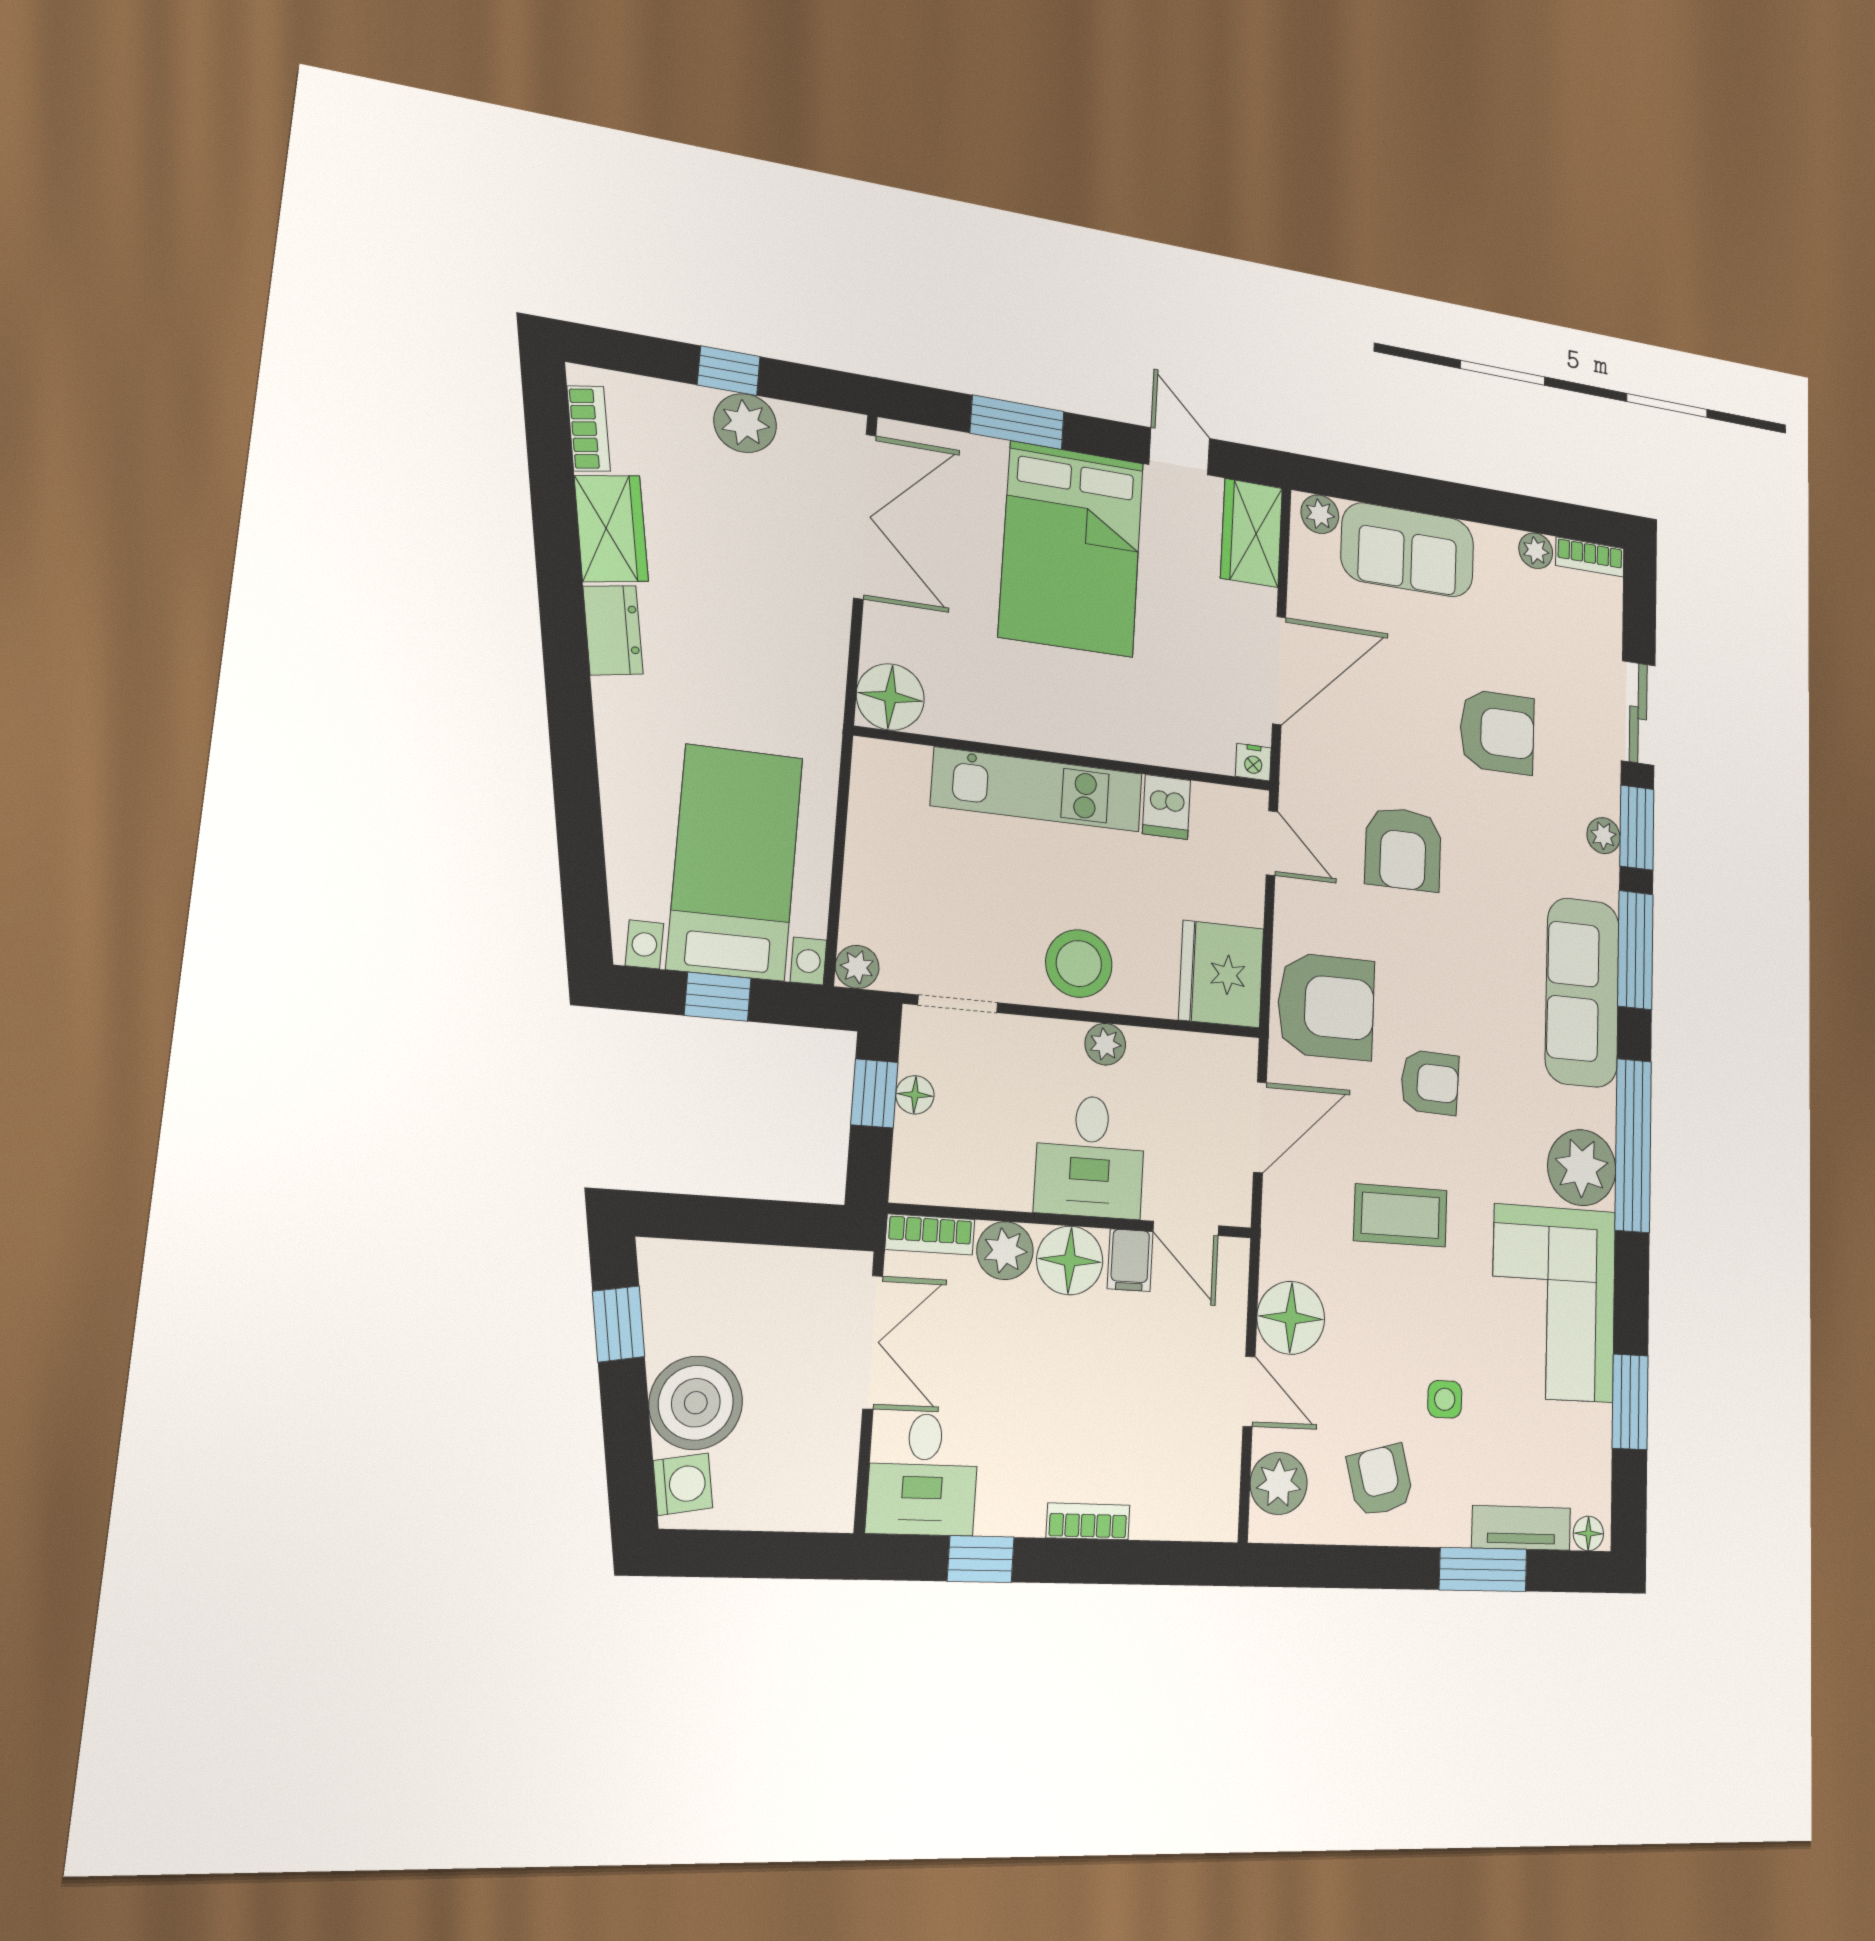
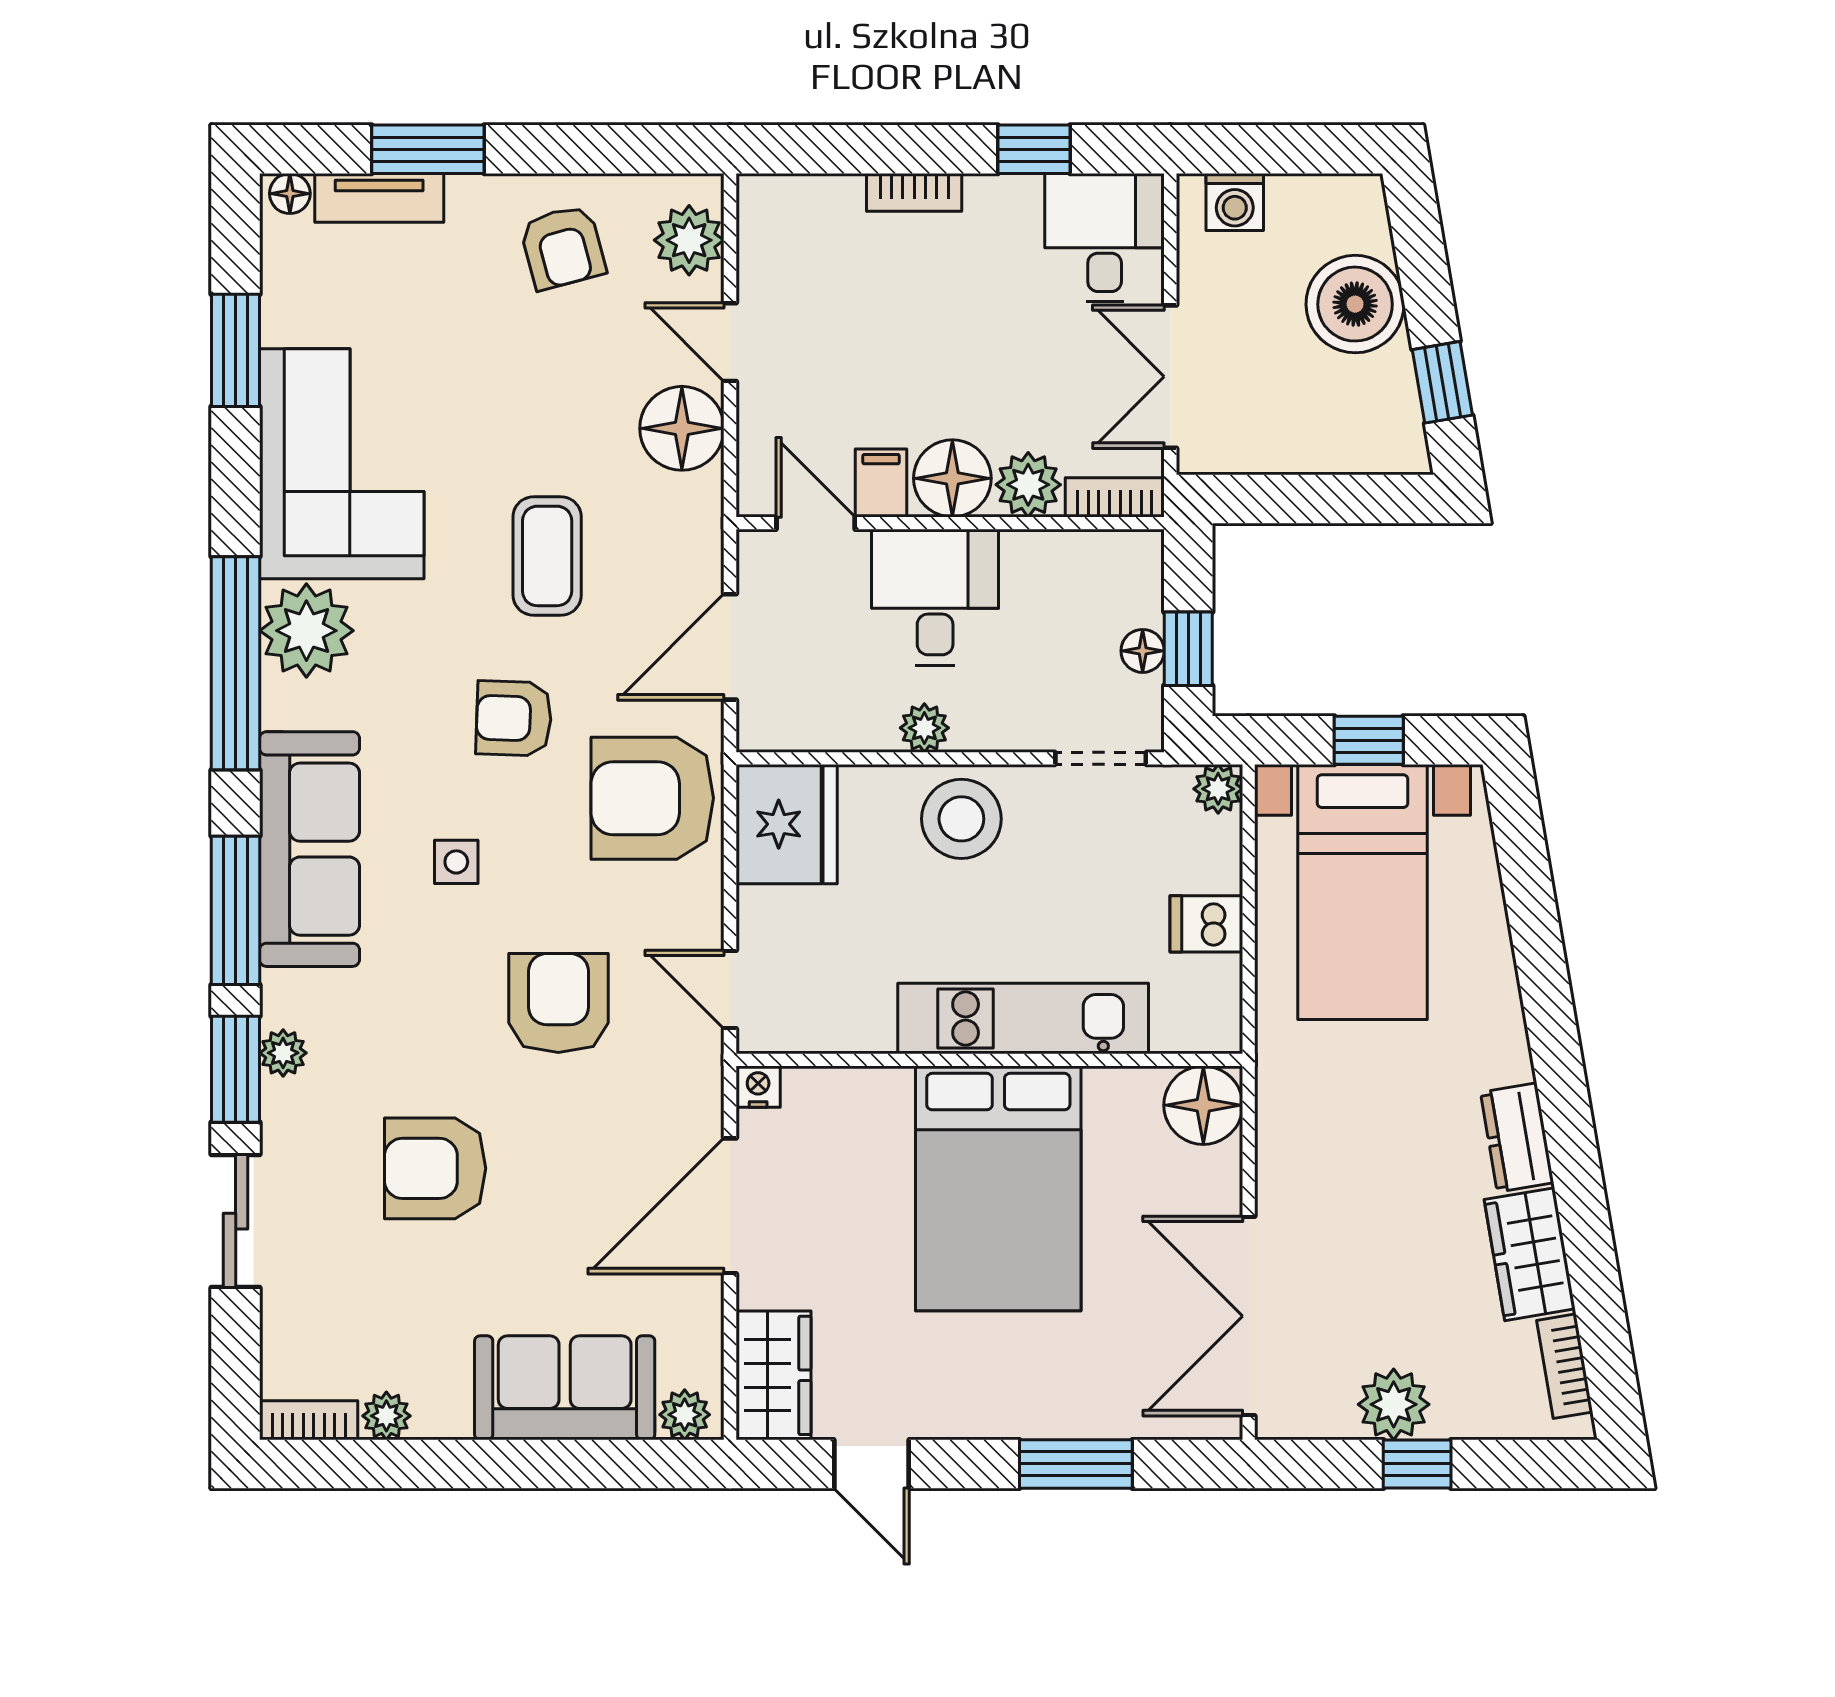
bed: (1071, 549) -> (998, 1188), moved, turned 180
dishwasher: (1166, 807) -> (1206, 924), moved, turned -90
coffee table: (1400, 1215) -> (547, 556), turned 90
side table: (1445, 1399) -> (456, 862), moved
washing machine: (683, 1484) -> (1235, 202), moved, turned -80

